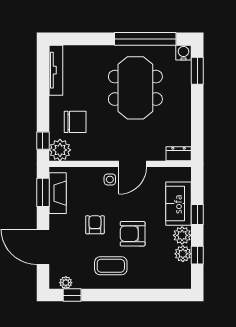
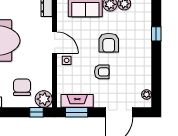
armchair: (95, 225) -> (102, 72), turned 180
coffee table: (111, 266) -> (134, 60), removed
window: (72, 295) -> (156, 34), moved

